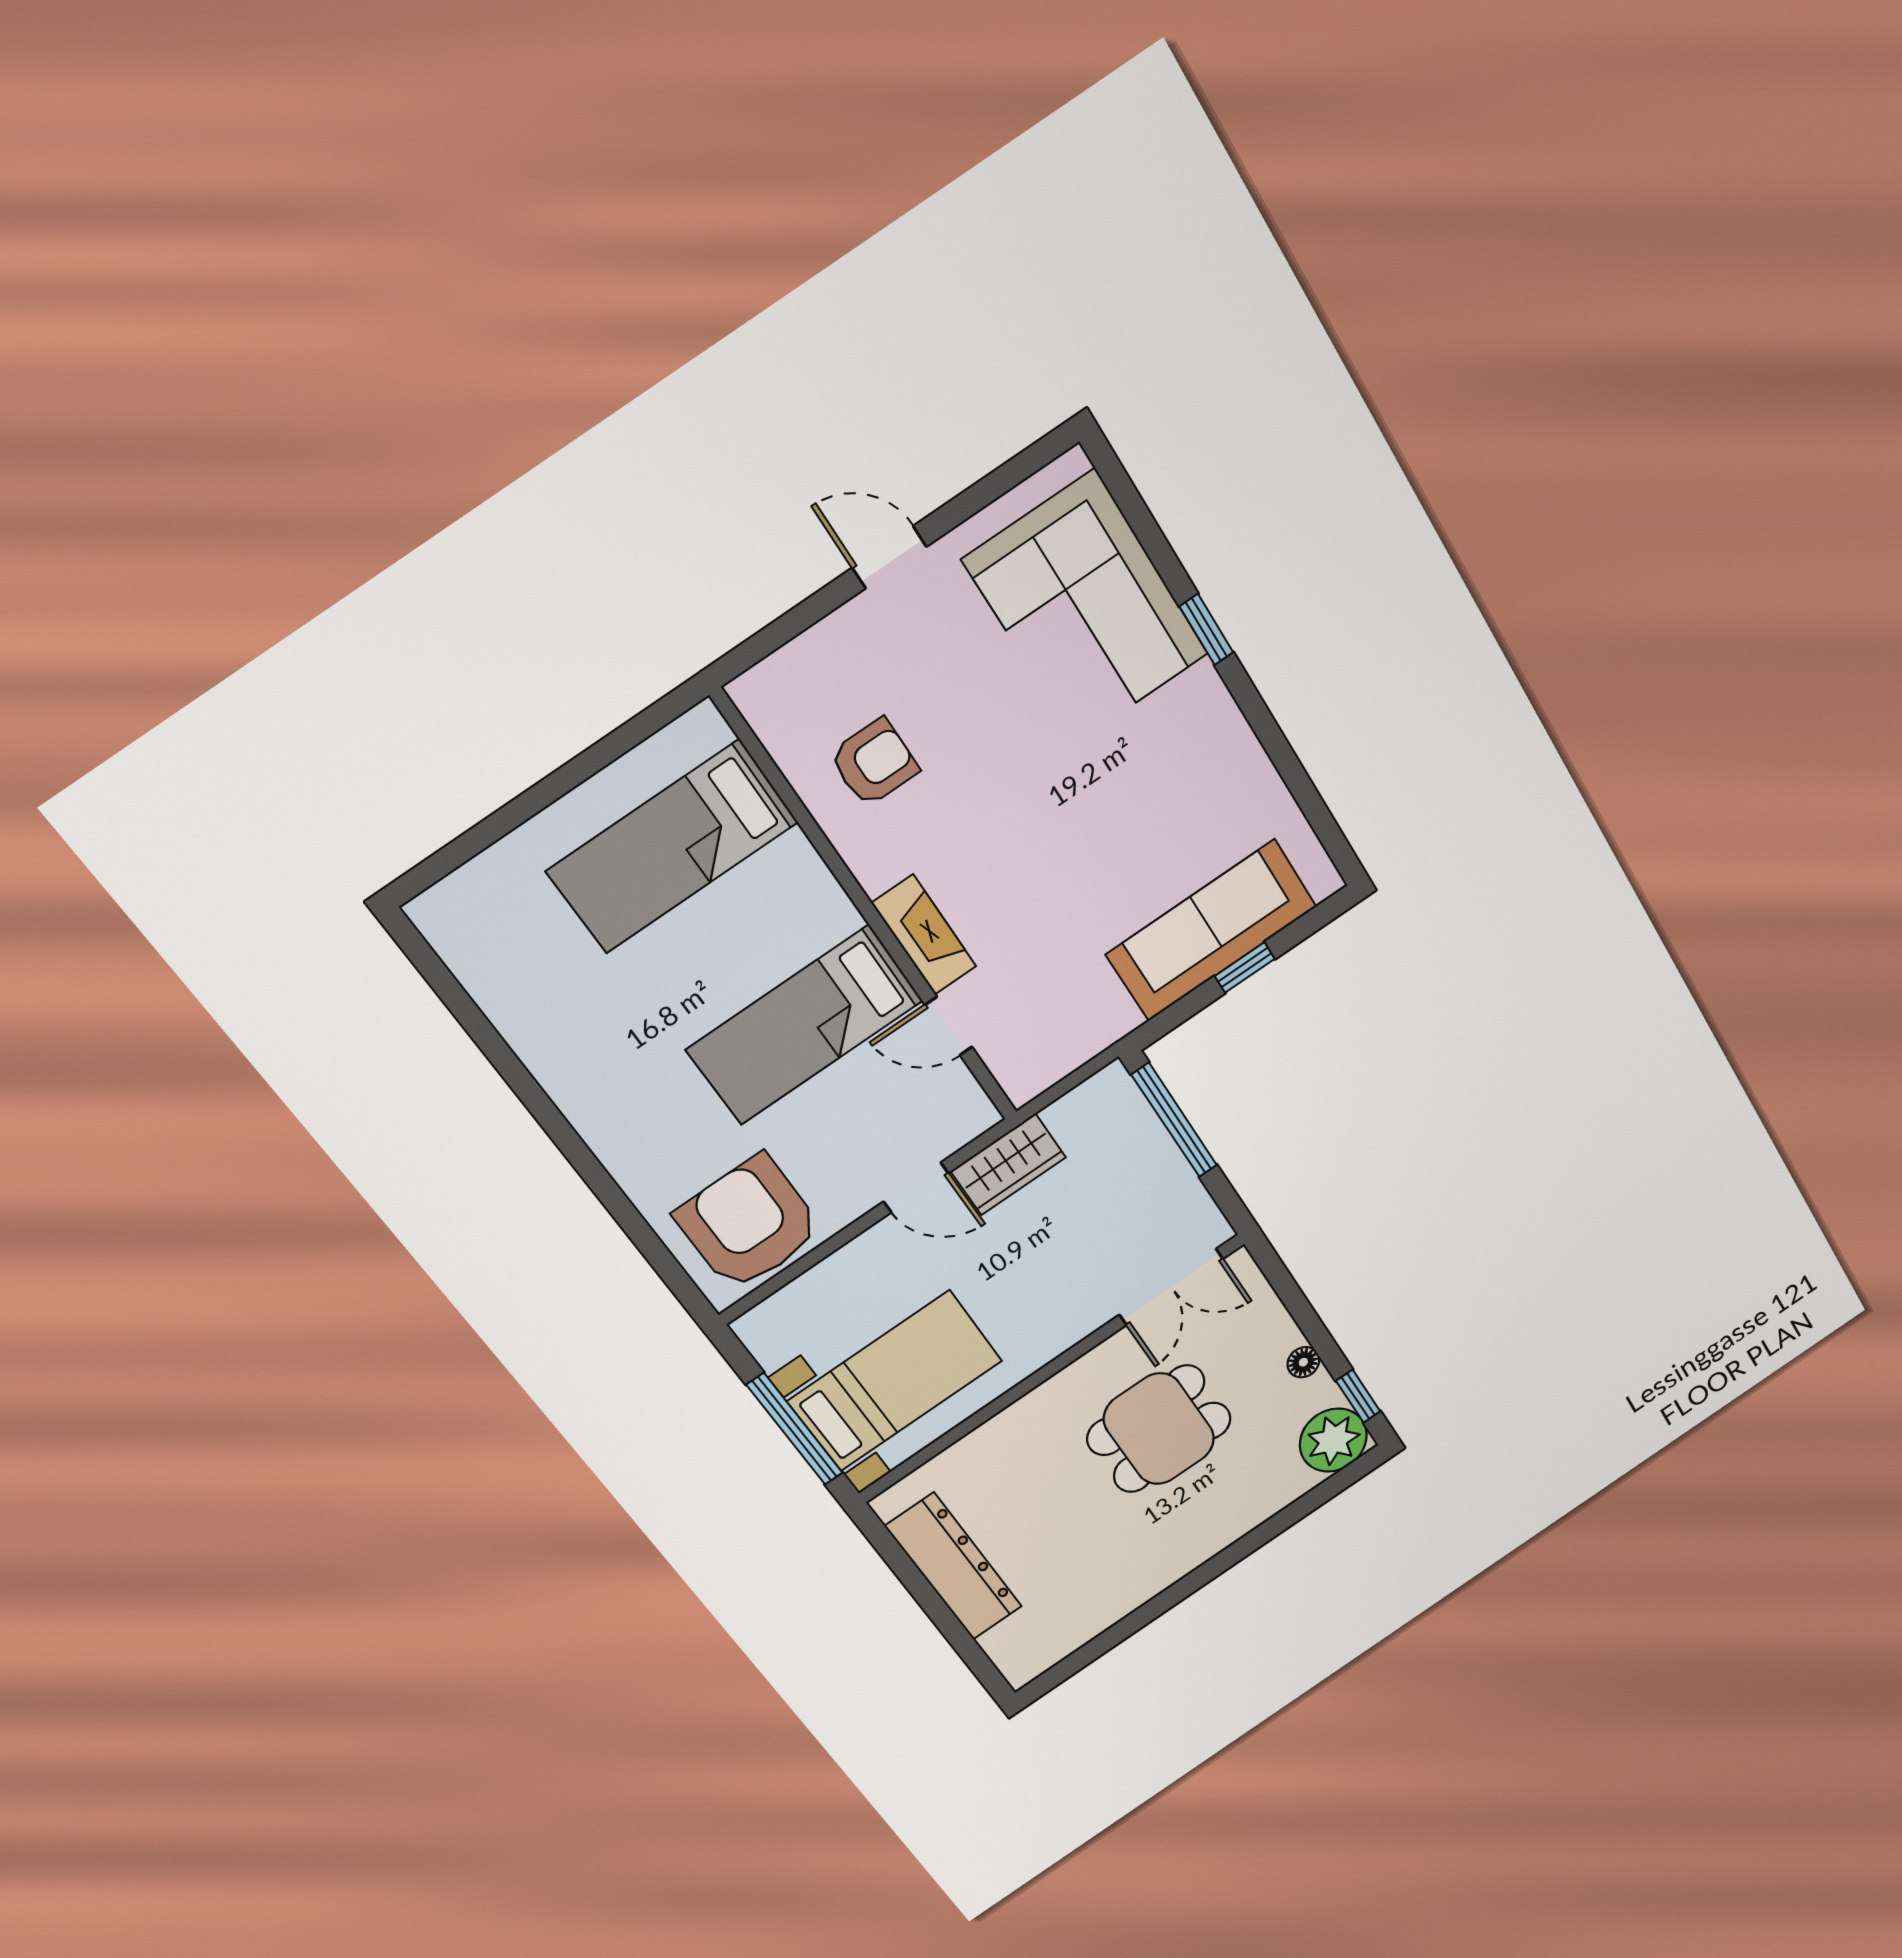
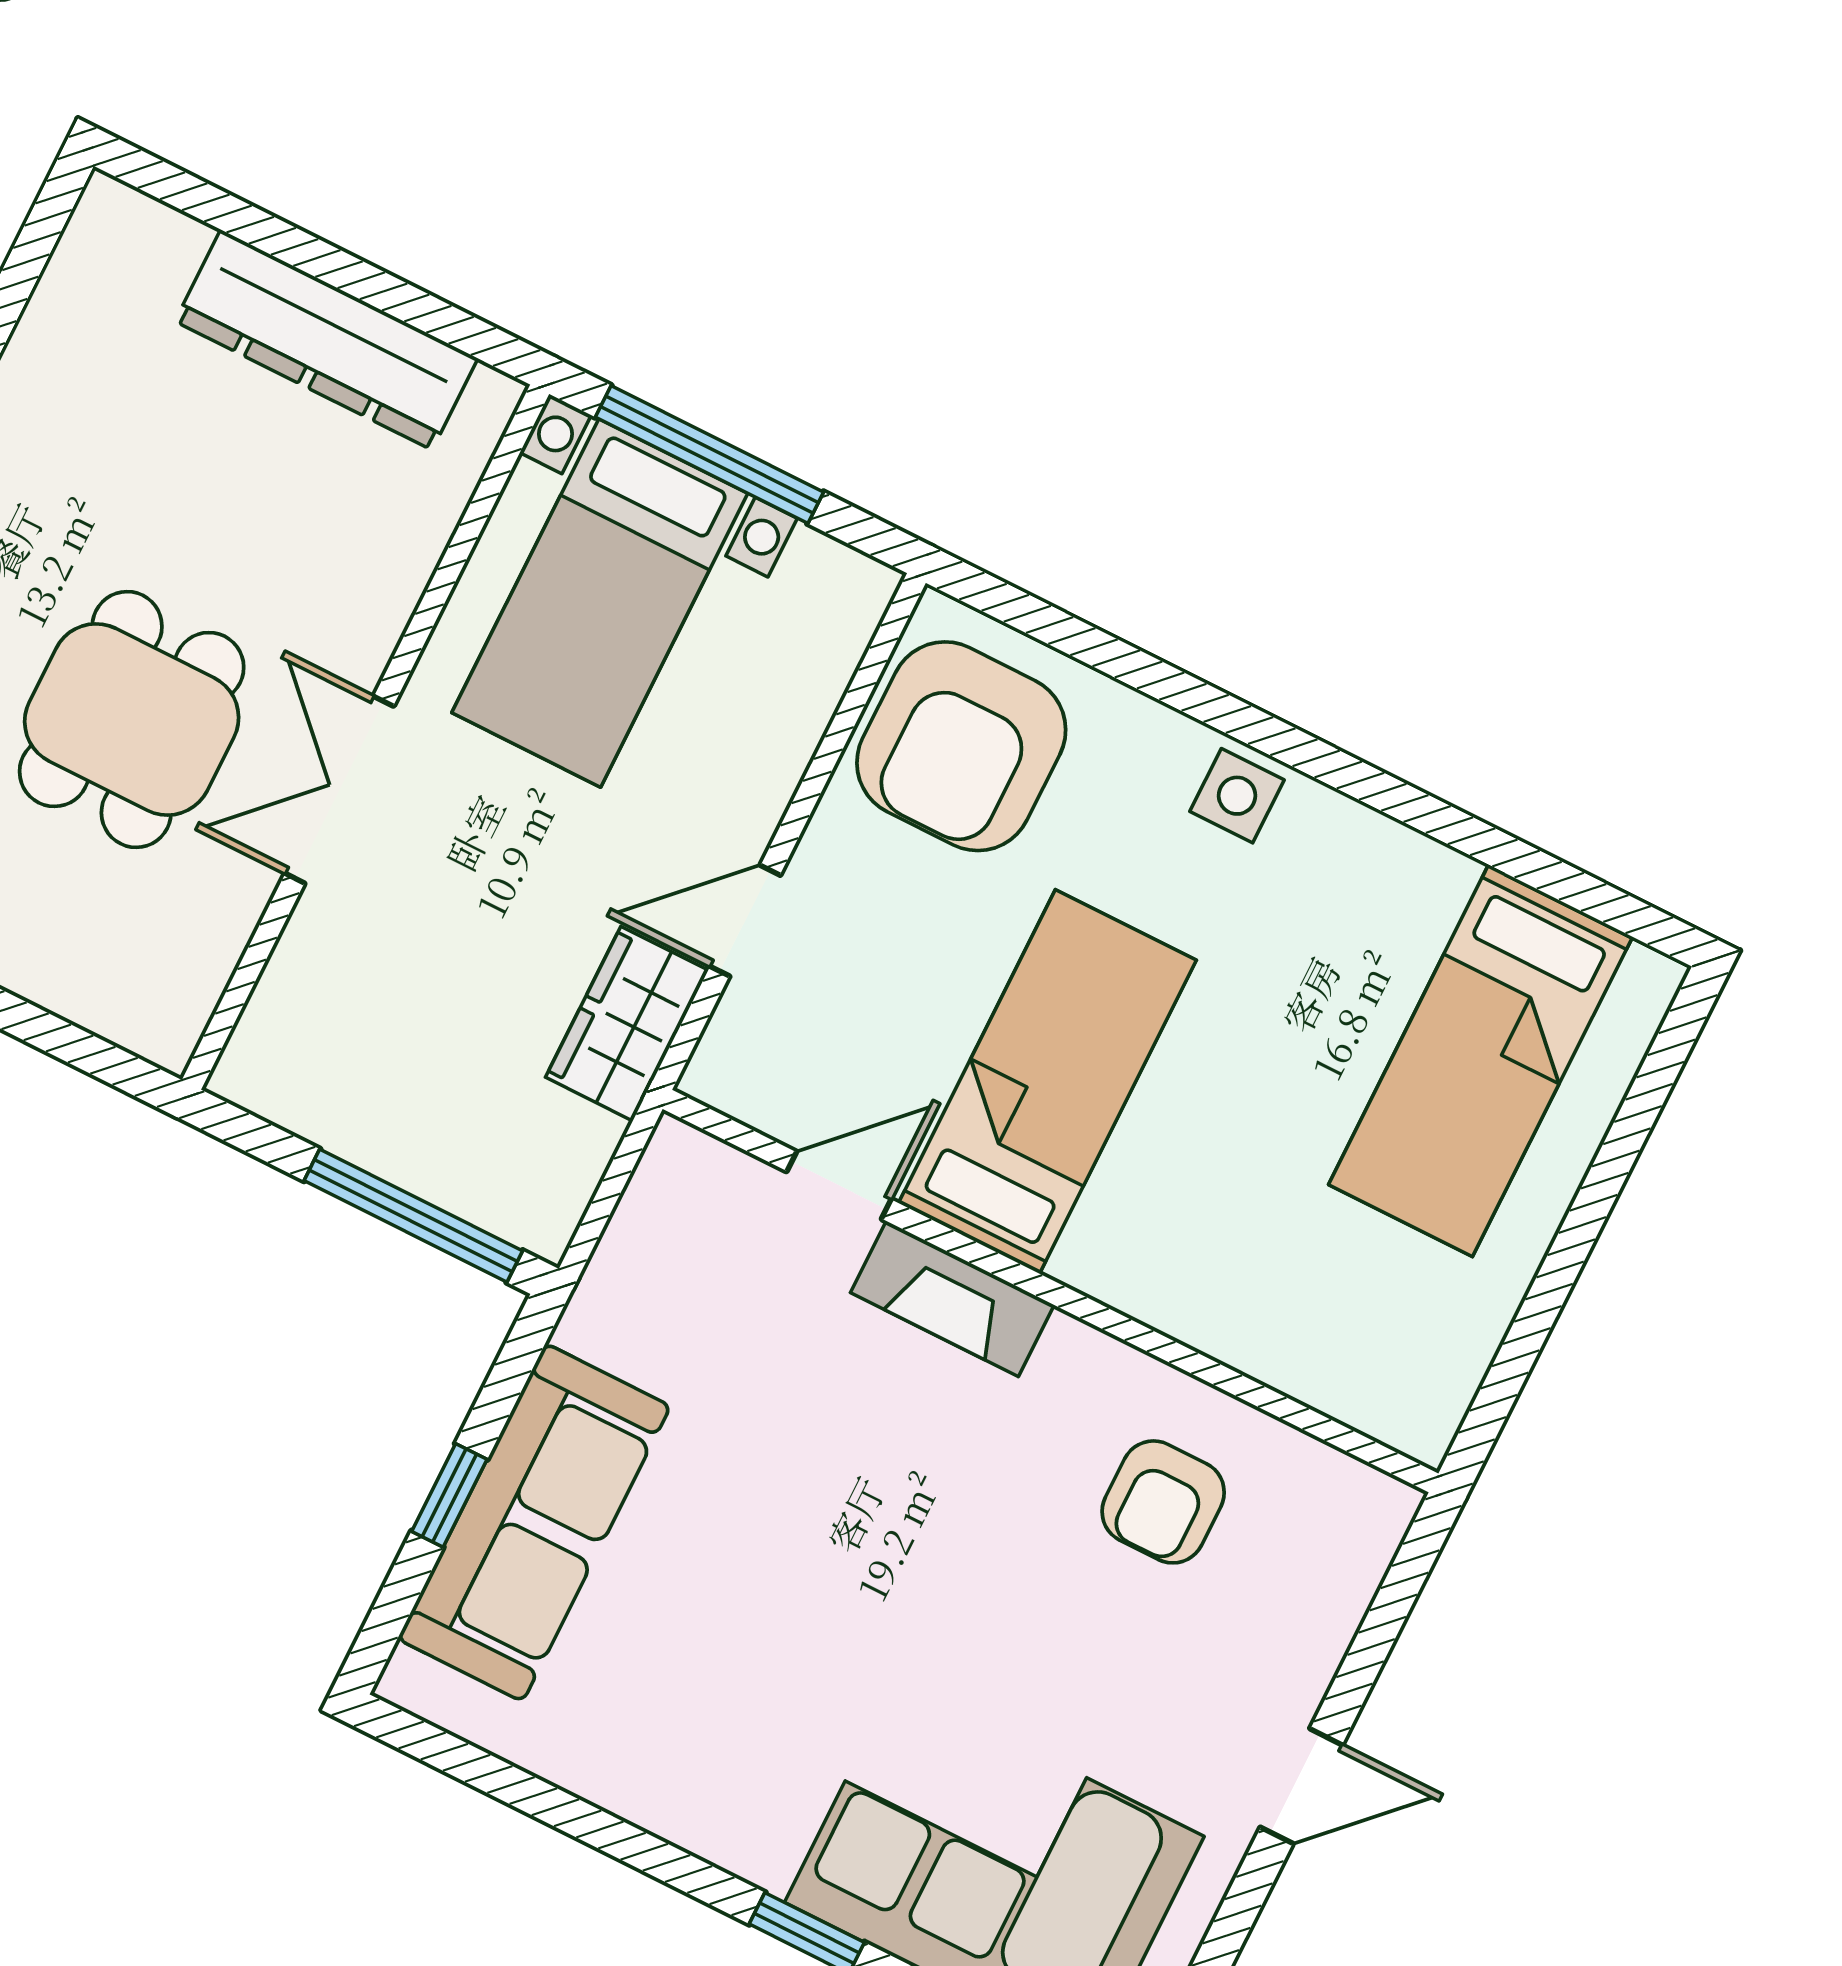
bed: (673, 847) -> (1481, 1061), moved, turned 180
side table: (612, 1127) -> (1237, 796), added
armchair: (749, 1223) -> (961, 746), turned 90
double door: (1171, 1287) -> (339, 790), moved

